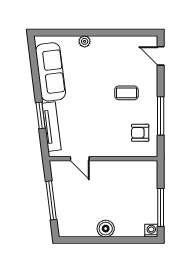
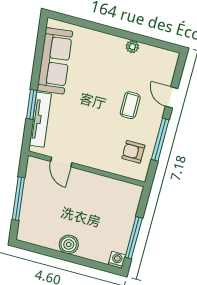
plant: (85, 41) -> (132, 47), moved
door: (161, 56) -> (172, 97), moved
coffee table: (126, 93) -> (130, 105), turned 90

